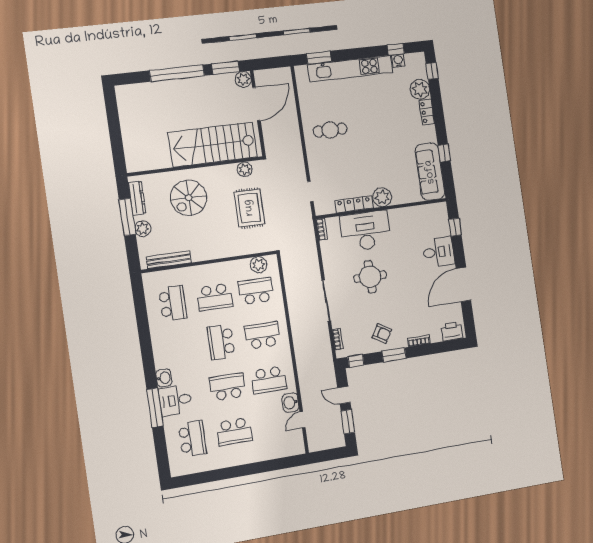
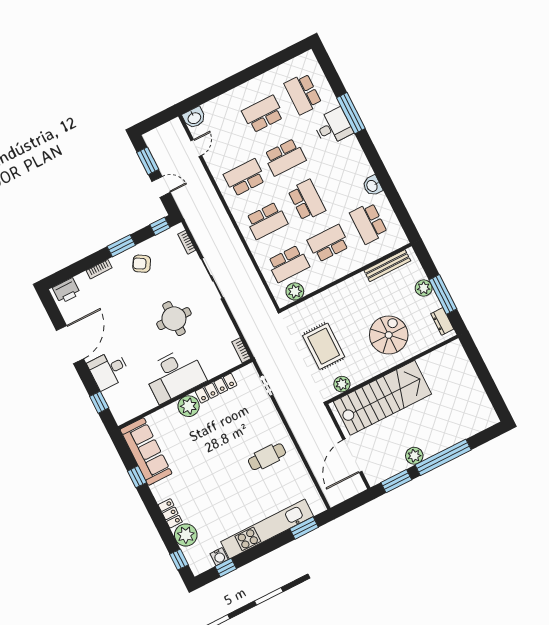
plant: (243, 79) -> (414, 456), moved
dresser: (137, 198) -> (442, 321), width x0.70
desk: (366, 231) -> (174, 375), moved
washbasin: (164, 378) -> (372, 186), moved
washbasin: (290, 403) -> (194, 118), moved, turned 90

